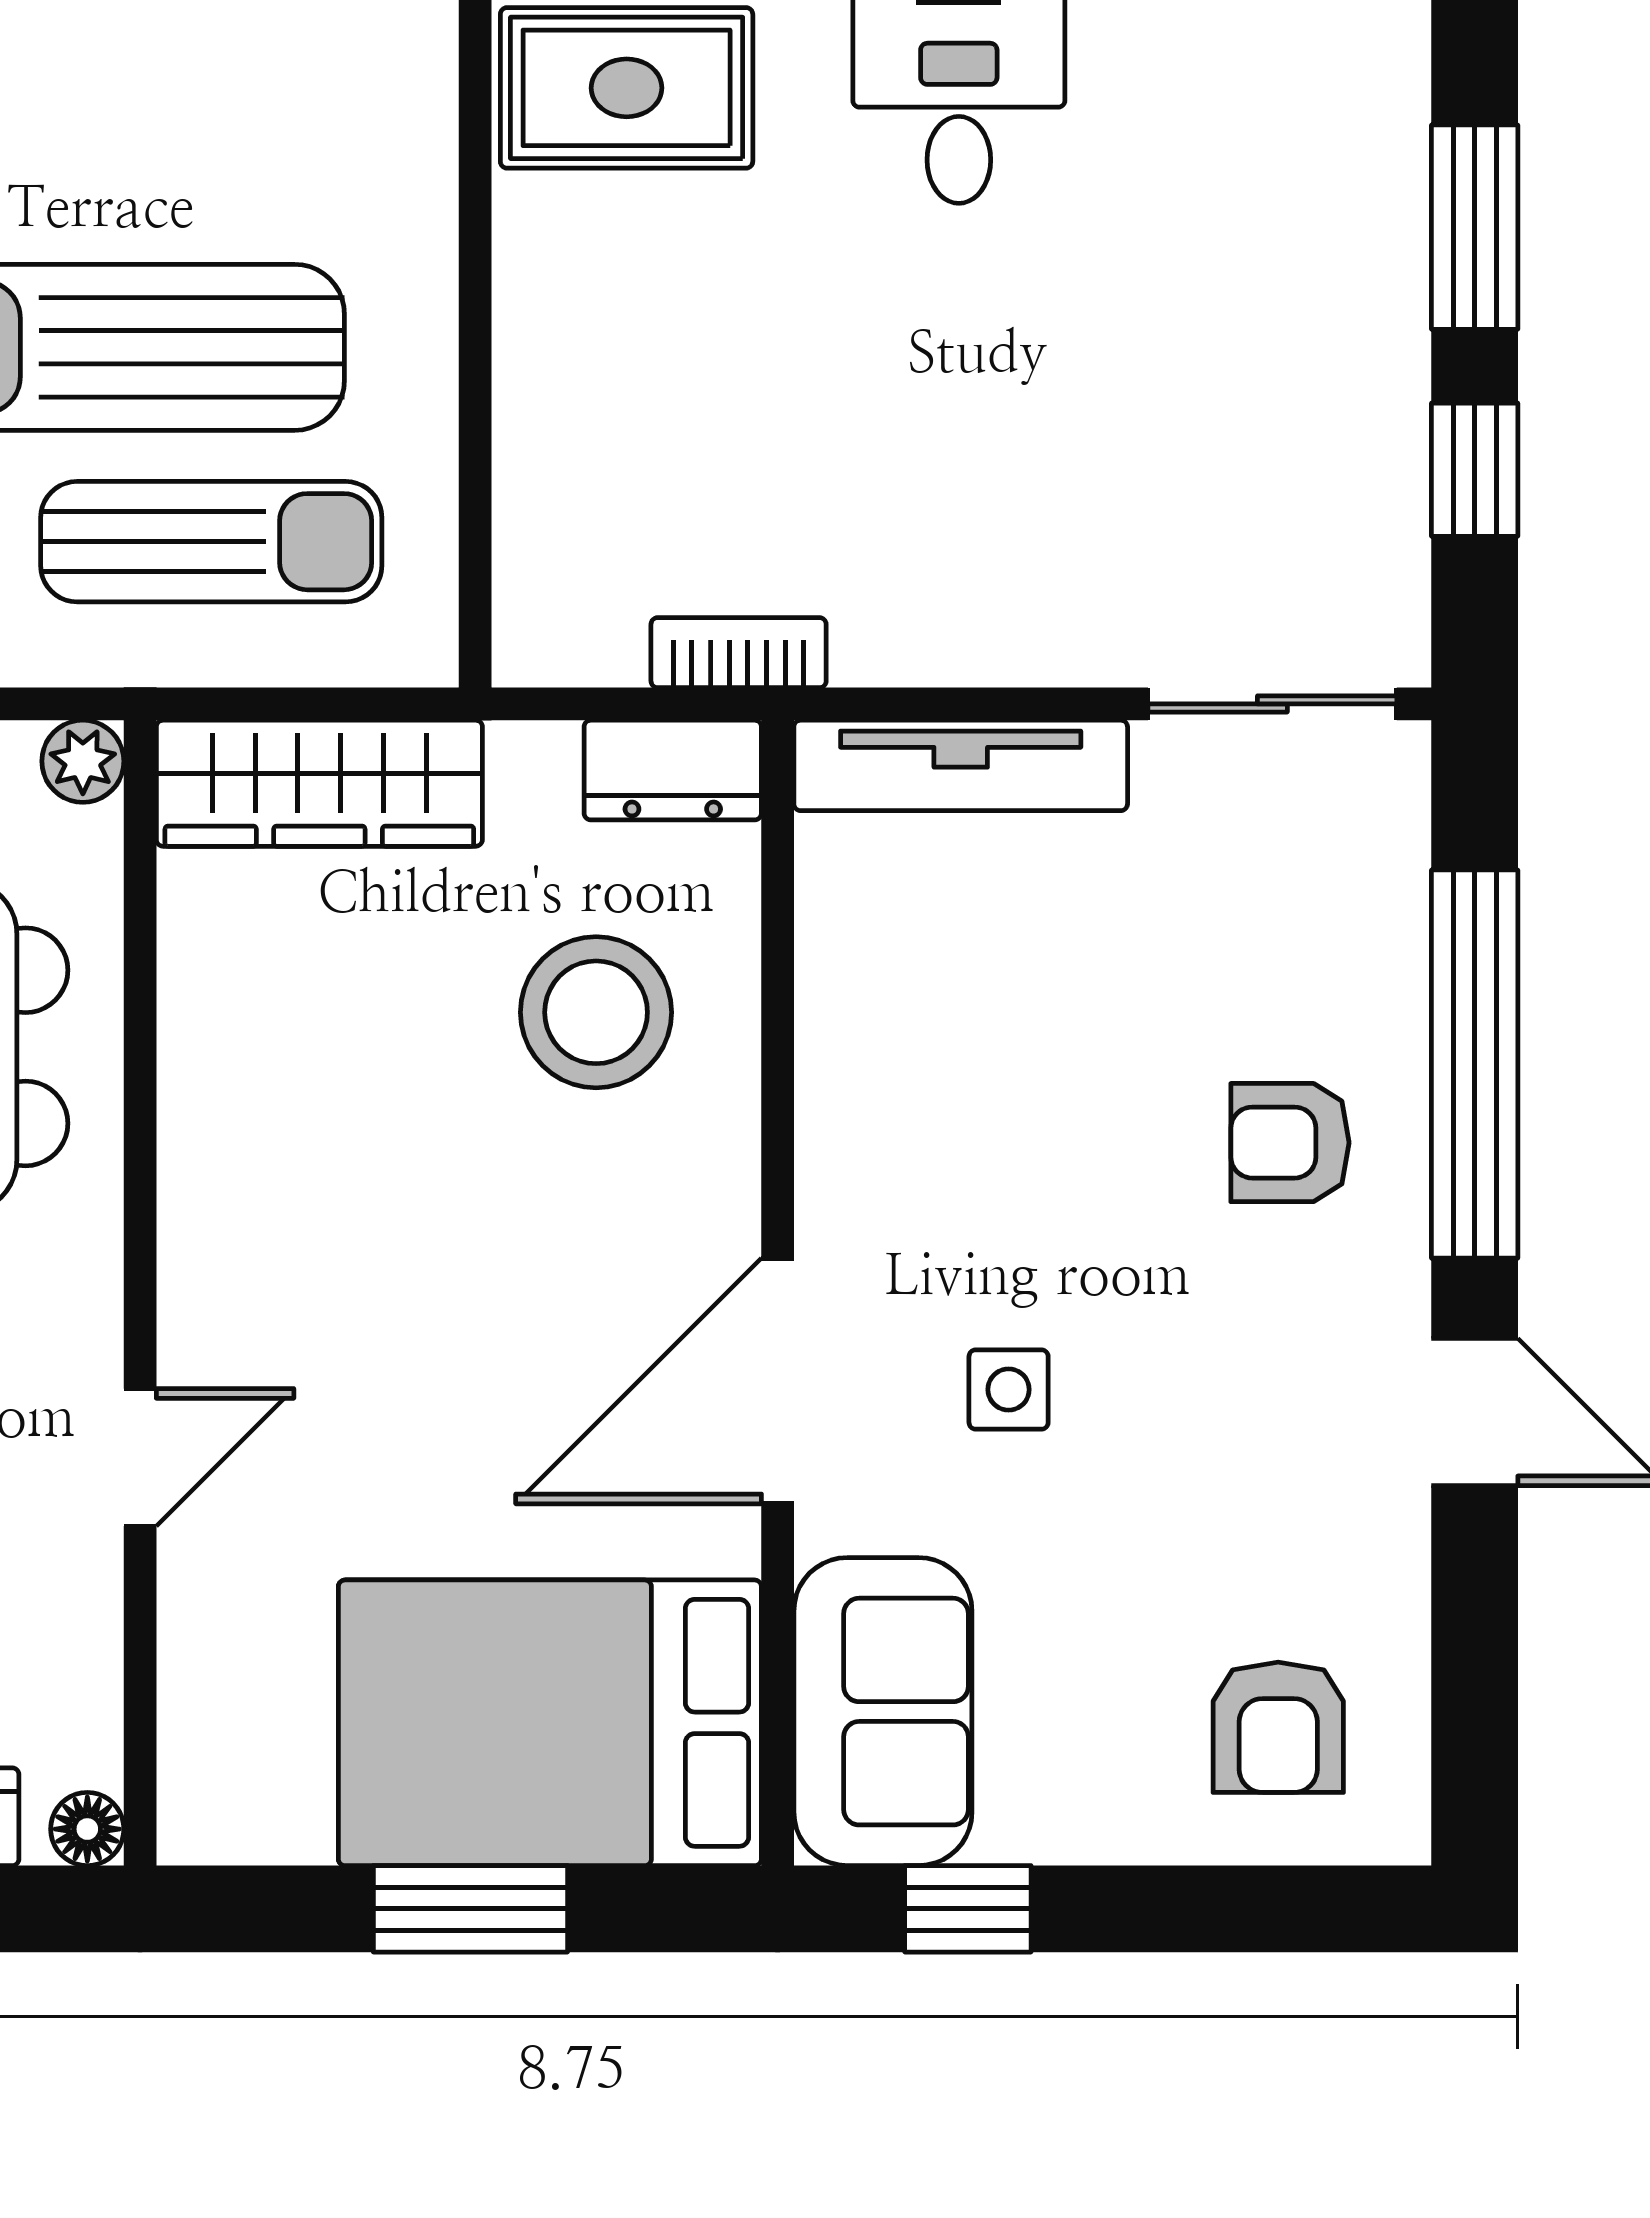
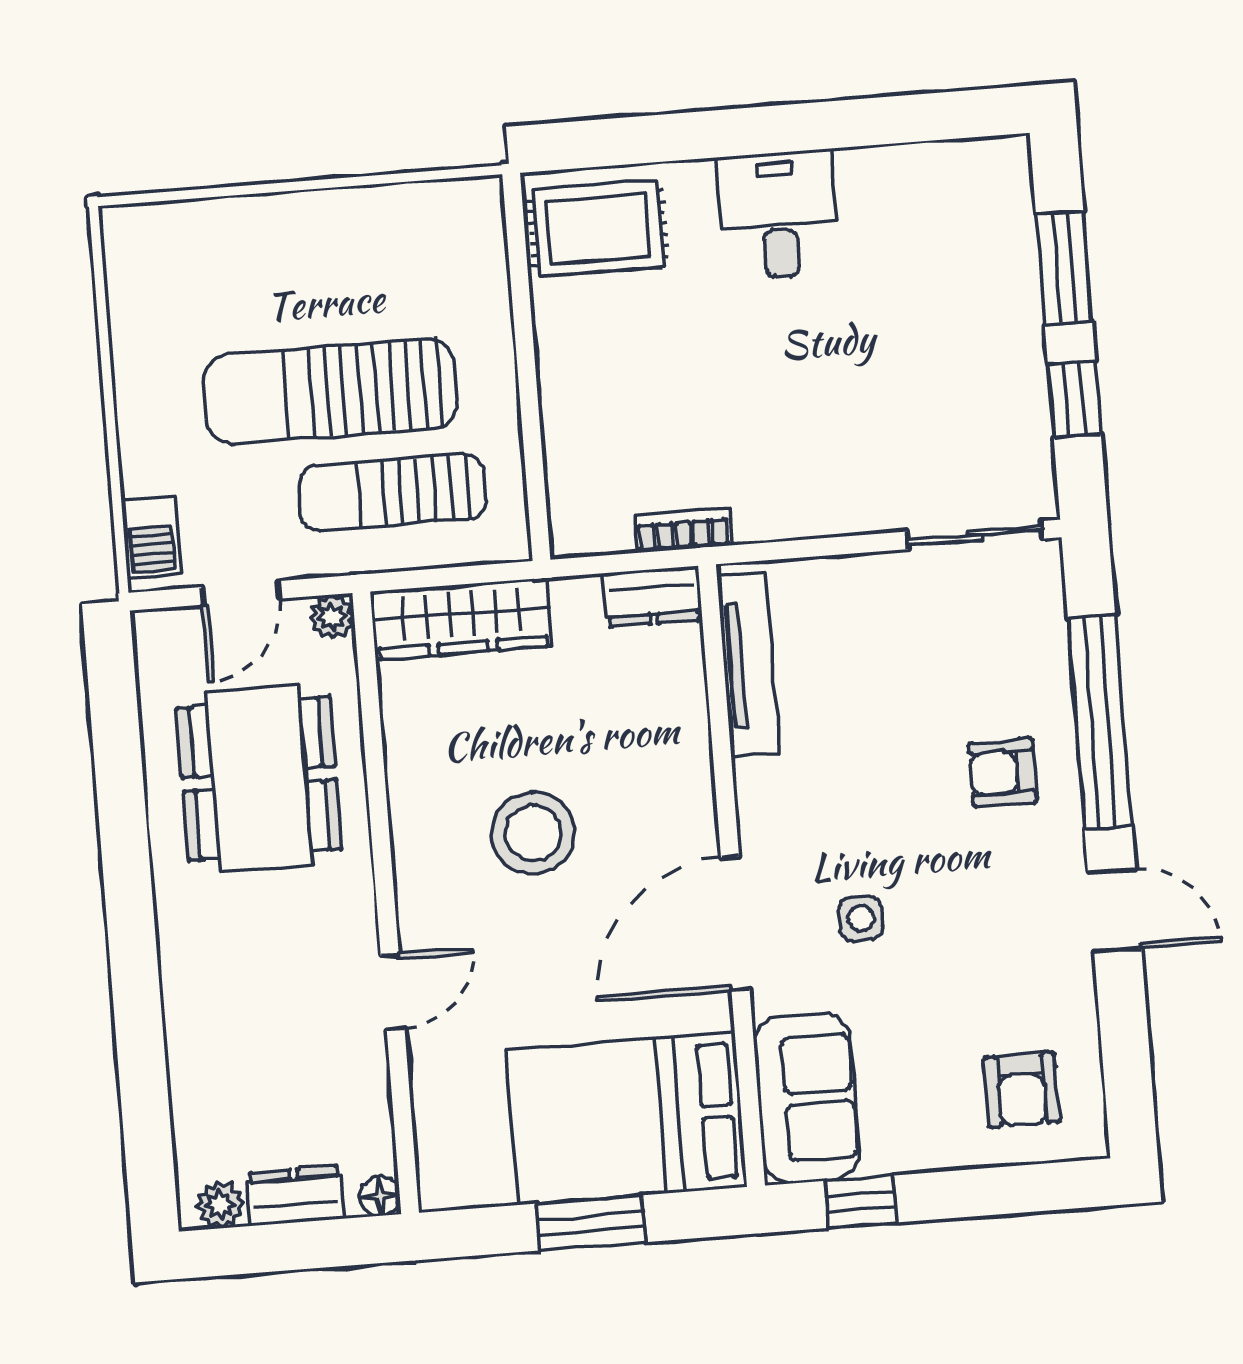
sun lounger: (211, 542) -> (392, 492), turned 180
tv unit: (961, 765) -> (748, 664), moved, turned -90
stool: (596, 1012) -> (533, 833), moved

